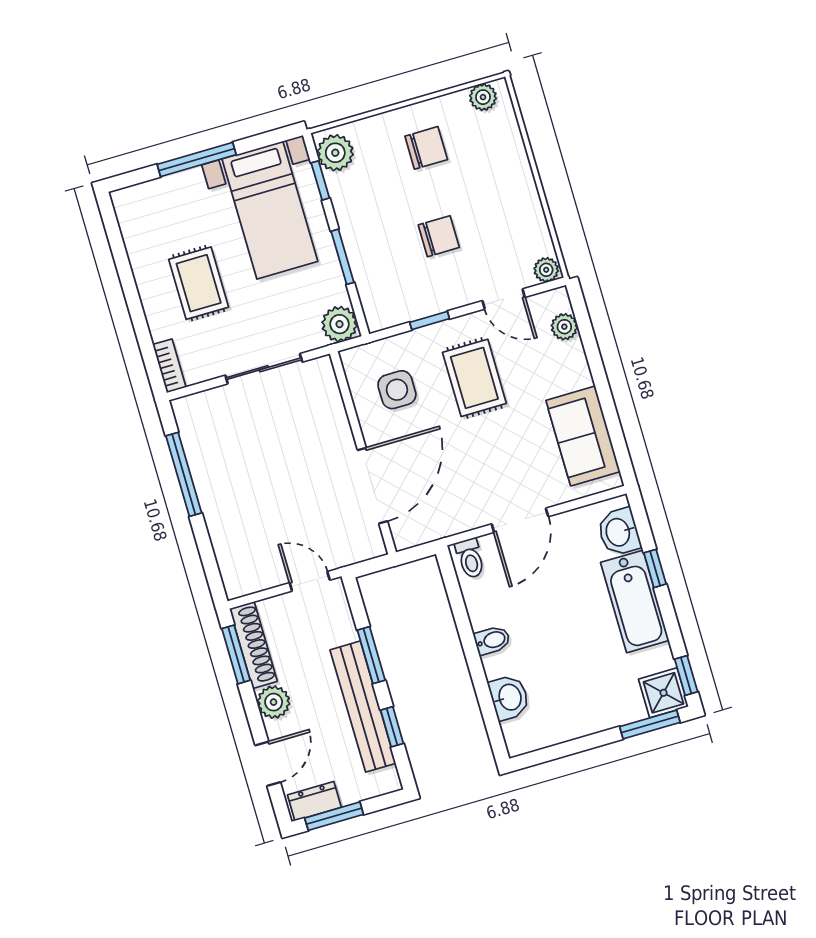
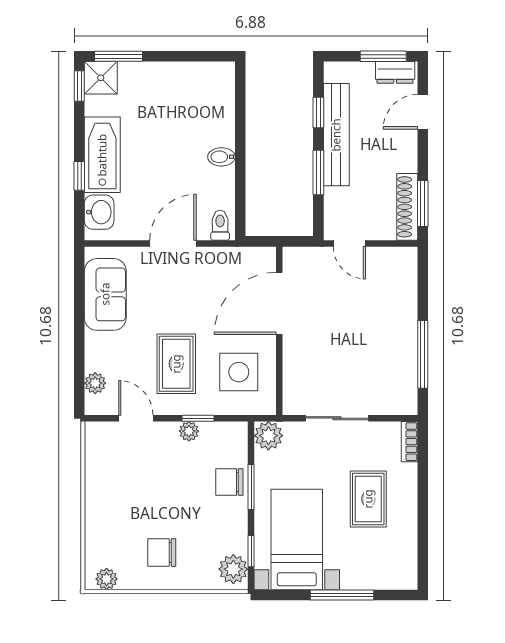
chair: (439, 236) -> (229, 482), moved
plant: (546, 270) -> (189, 431), moved
side table: (397, 390) -> (239, 372), width x1.37, depth x1.37
washbasin: (509, 697) -> (221, 109), removed
plant: (274, 702) -> (404, 158), removed

